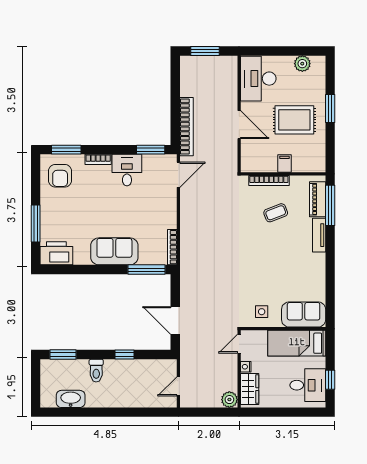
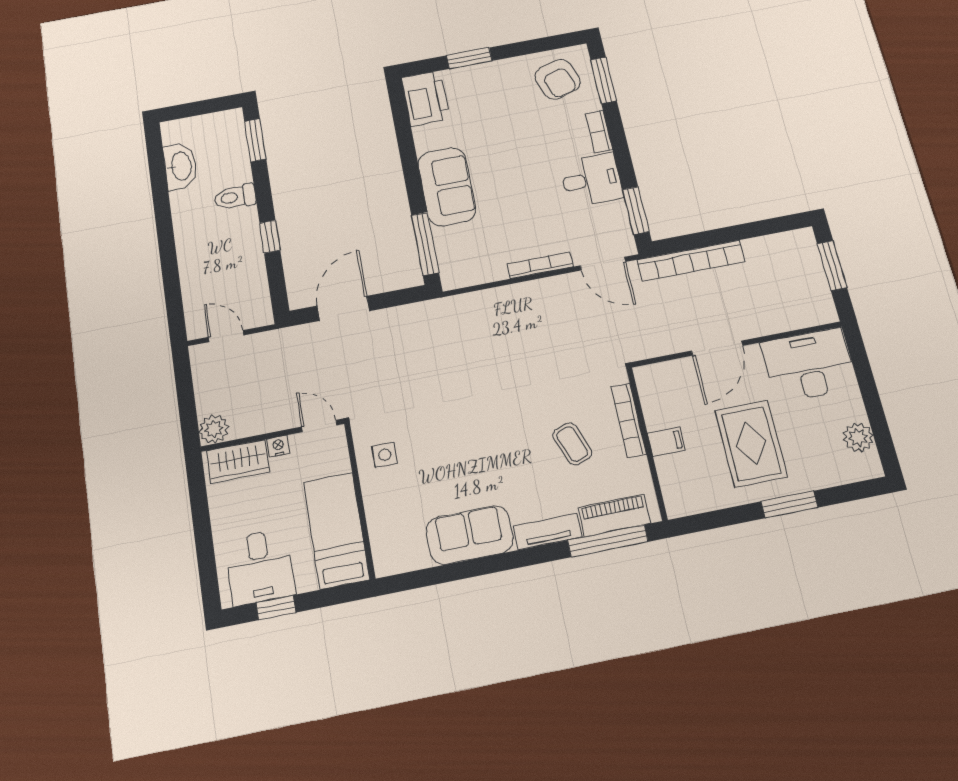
armchair: (60, 176) -> (558, 79), turned -108
window: (36, 224) -> (469, 58), width x0.69
bookcase: (172, 247) -> (540, 265), moved
sofa: (304, 315) -> (470, 535), moved, turned -90

